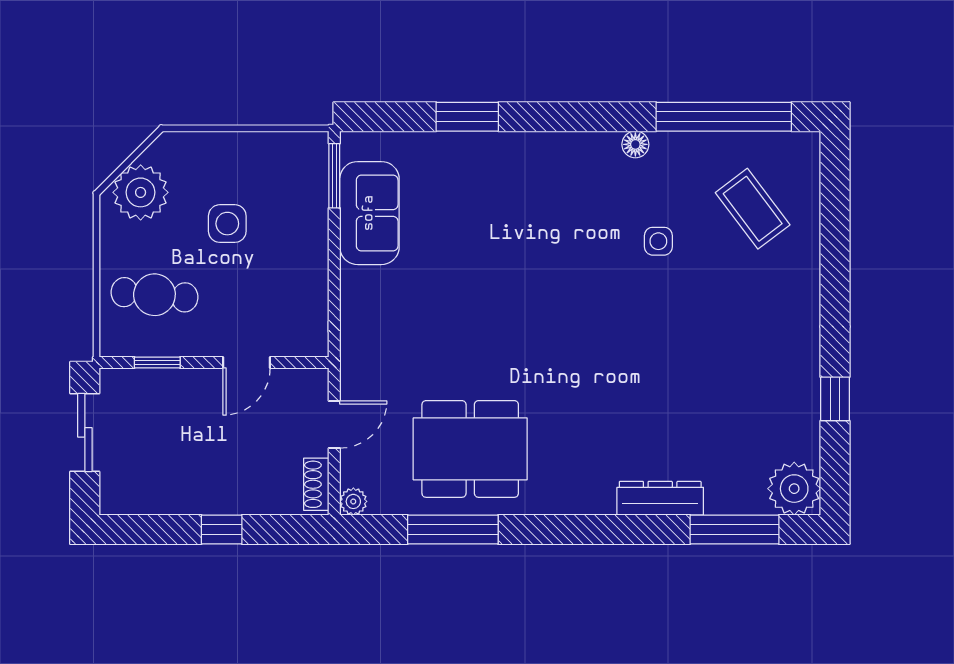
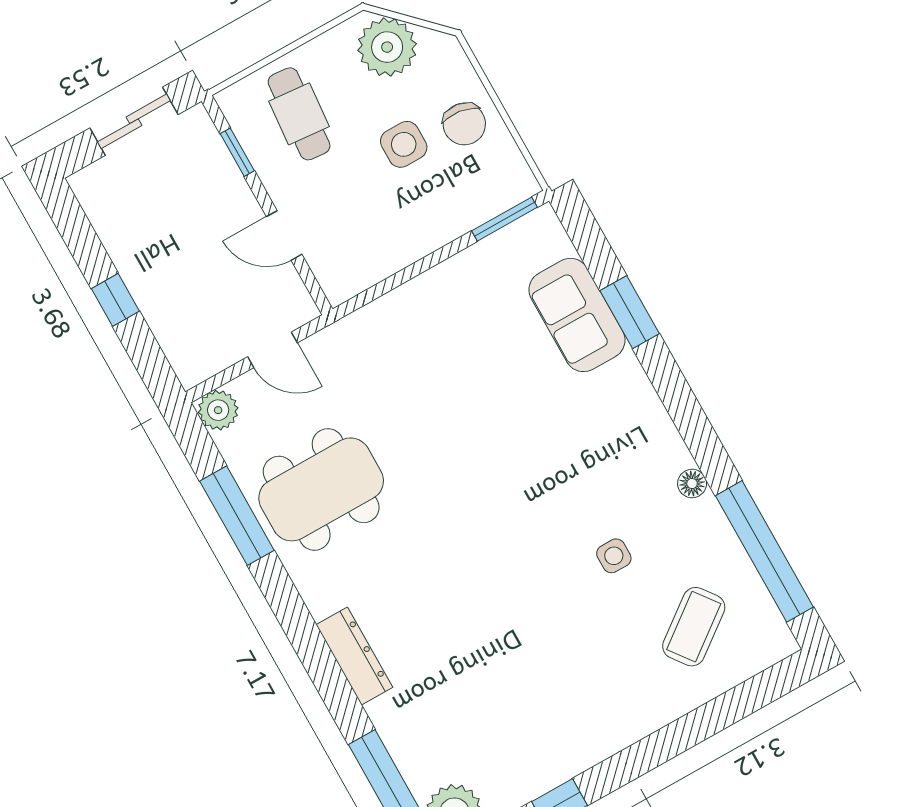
chair: (238, 165) -> (464, 124), added
sofa: (369, 213) -> (577, 315), moved, turned 90
dining table: (470, 449) -> (321, 489), turned 90
shoe rack: (316, 484) -> (207, 364), removed
dresser: (660, 498) -> (354, 656), moved
plant: (353, 501) -> (218, 410), width x1.38, depth x1.38

